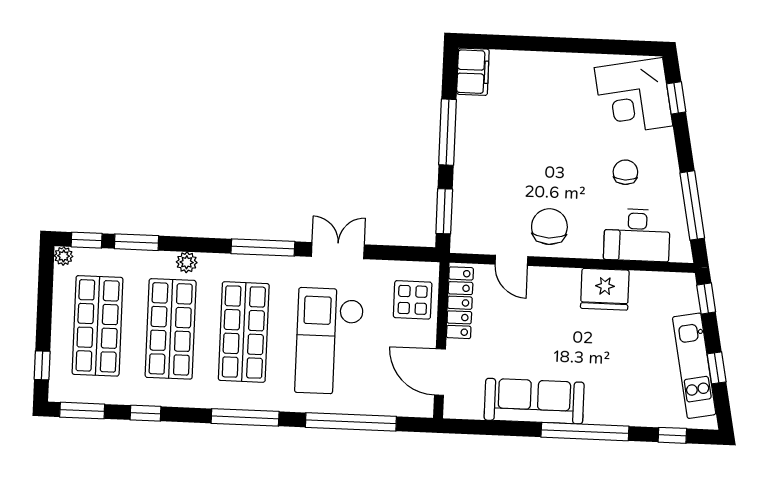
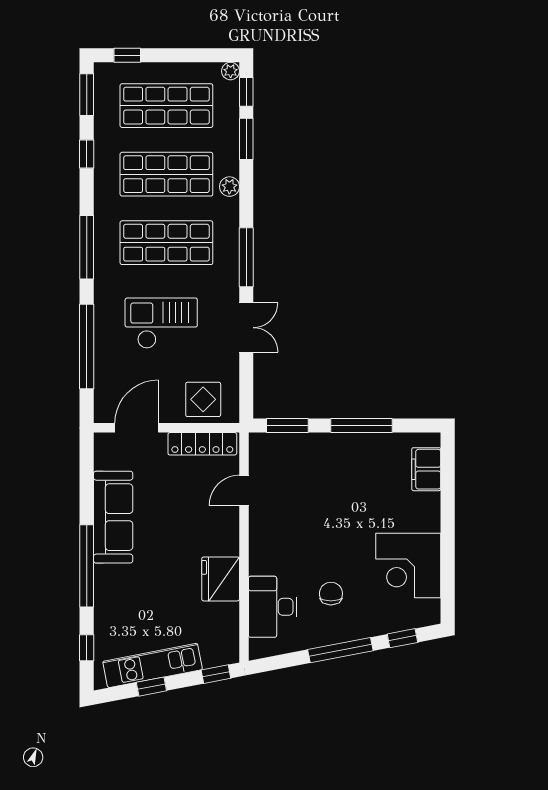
filing cabinet: (473, 72) -> (426, 469), moved, turned 90
corner desk: (633, 97) -> (408, 566), moved, turned -79
chair: (625, 172) -> (331, 594), turned -90
window: (692, 205) -> (340, 650), moved
chair: (549, 227) -> (277, 525), removed
checkout: (329, 341) -> (161, 323), width x0.73, depth x0.83

